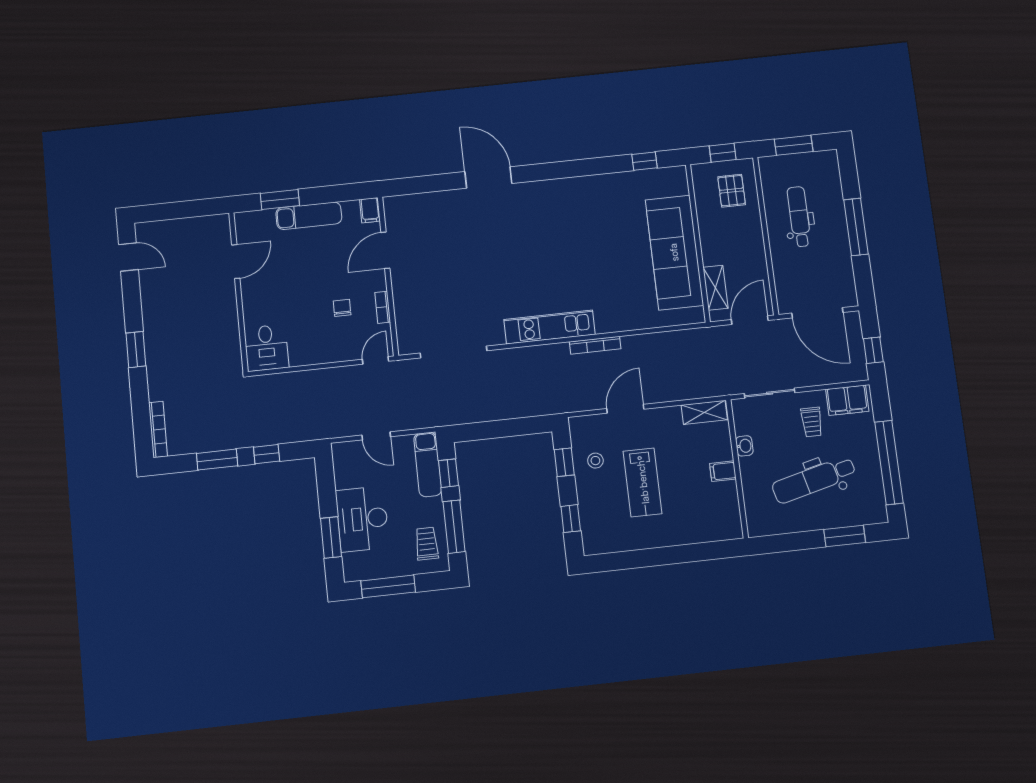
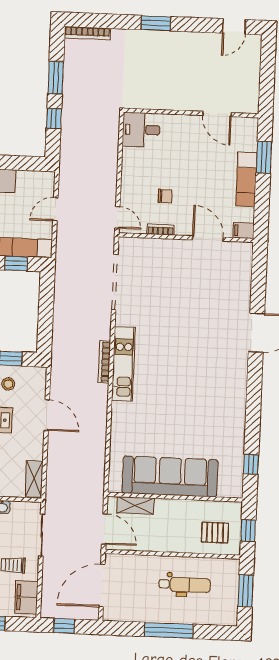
bookcase: (595, 345) -> (104, 362), moved

